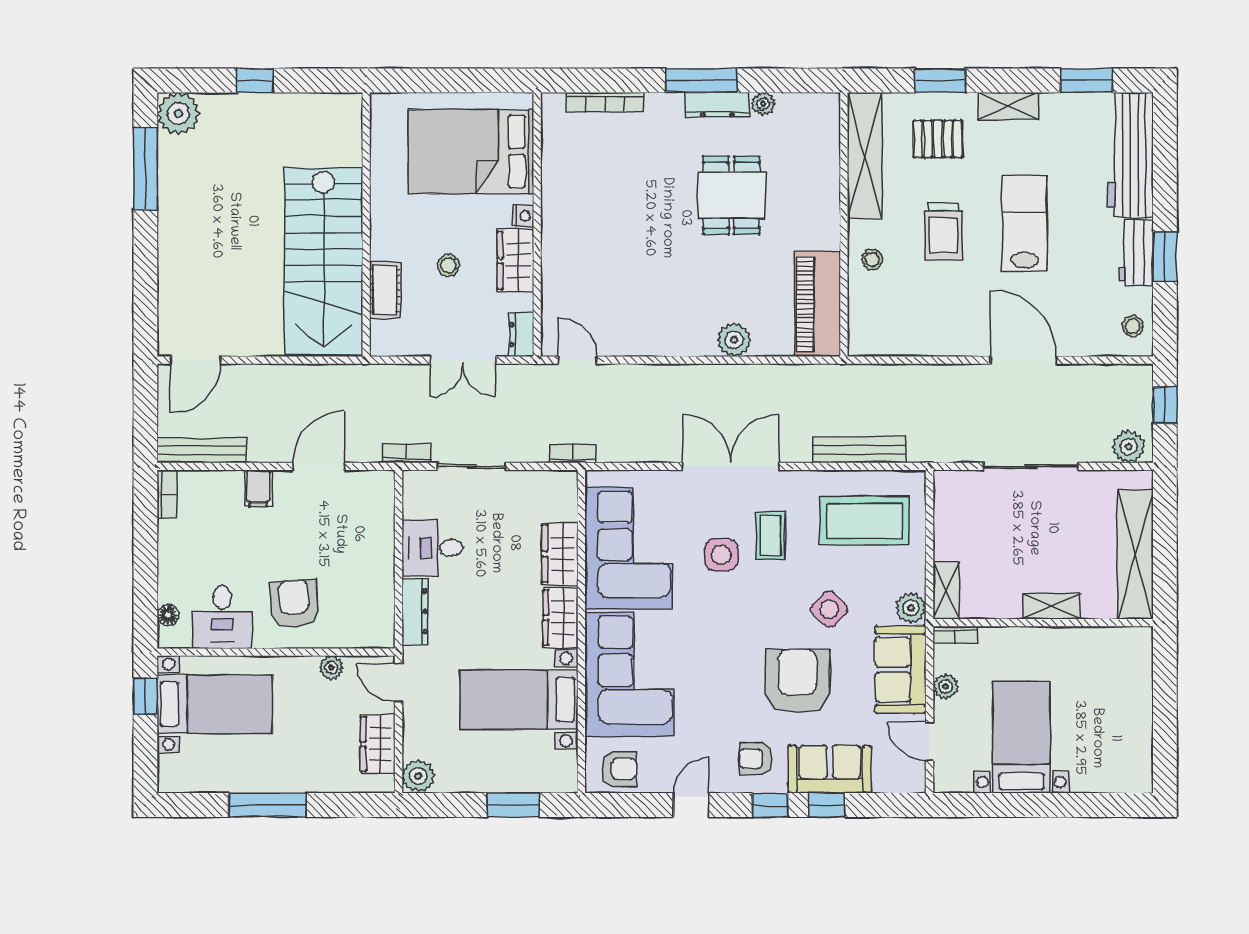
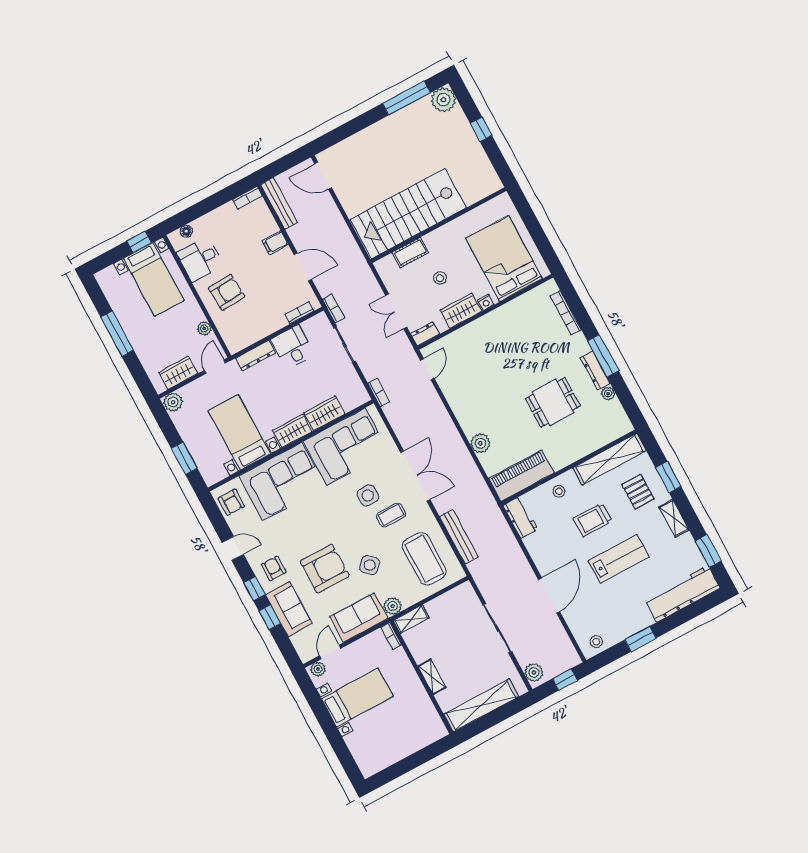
workbench: (1136, 253) -> (520, 517), moved, turned 90
bookcase: (385, 509) -> (299, 313), added
plant: (946, 686) -> (318, 669), moved

